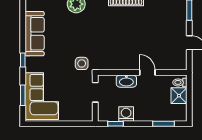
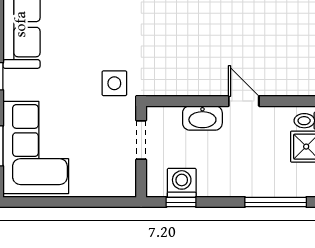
washing machine: (126, 114) -> (182, 183), moved
window: (163, 124) -> (276, 202), width x1.44

